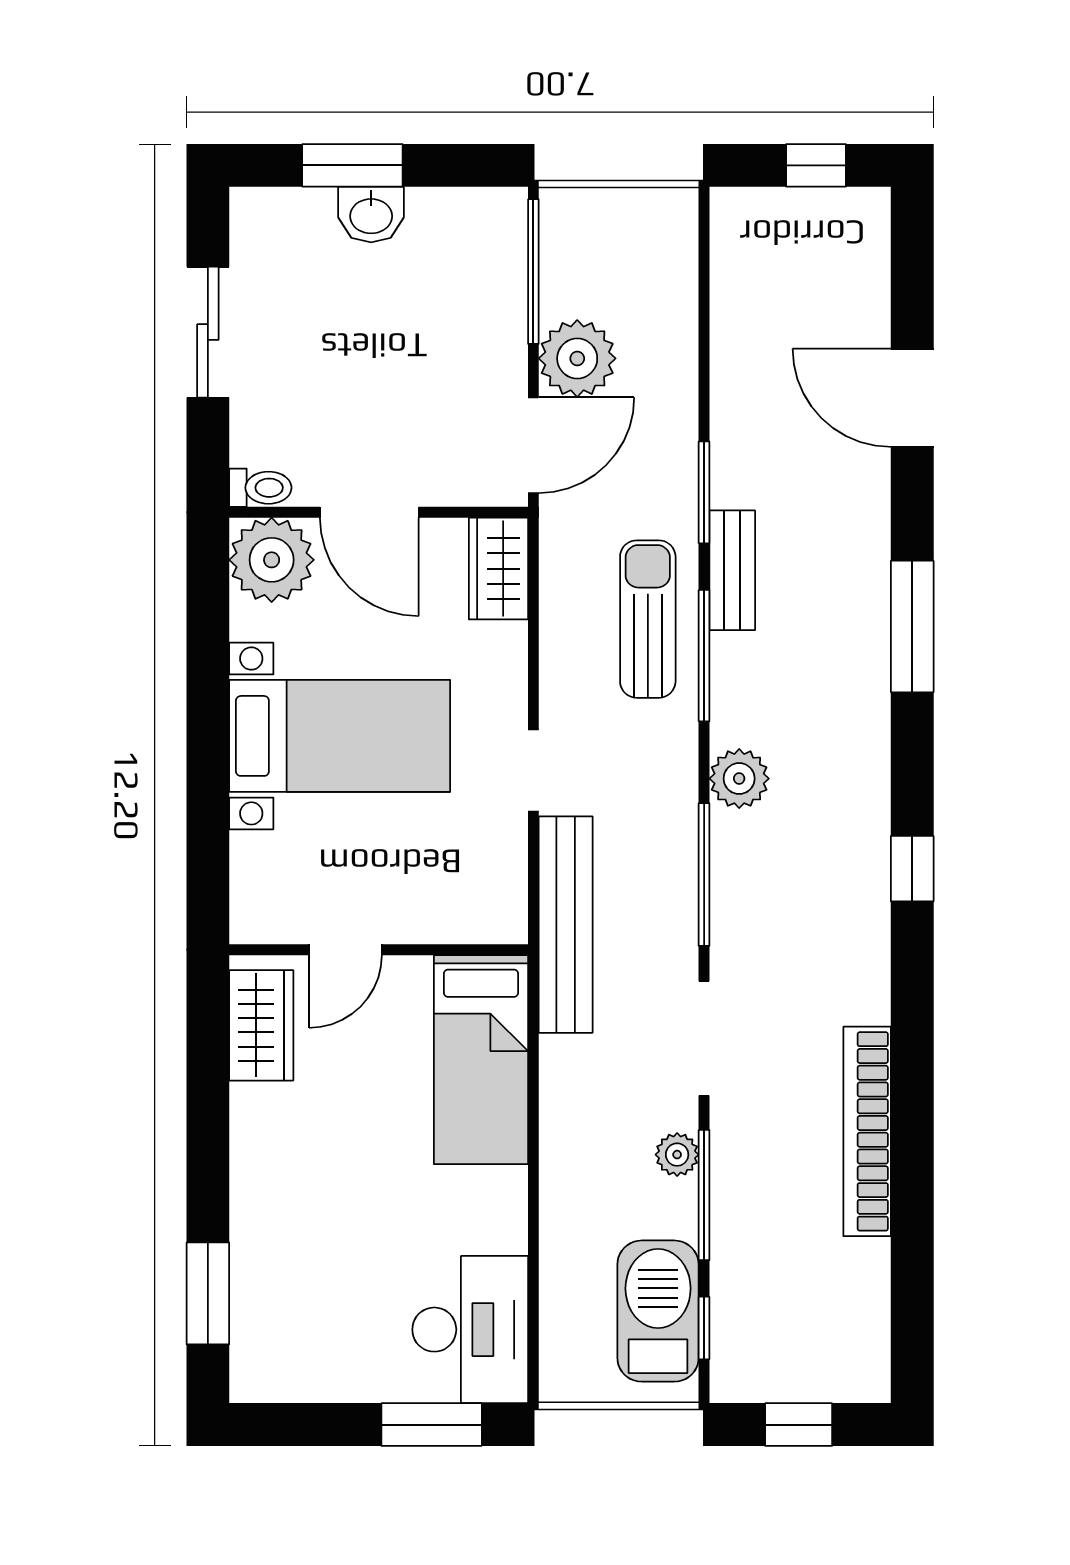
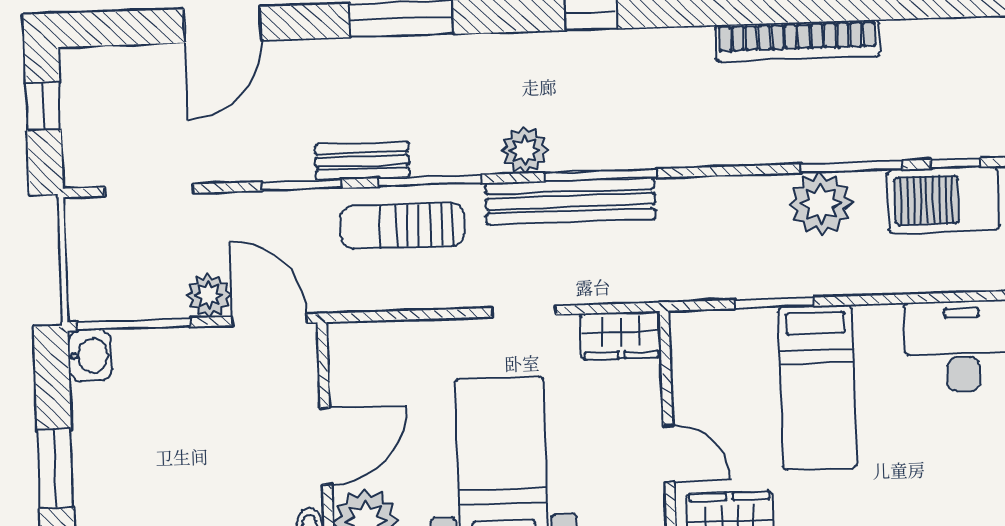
washbasin: (371, 214) -> (90, 356), moved
plant: (577, 358) -> (209, 295), width x0.73, depth x0.73
wardrobe: (498, 569) -> (621, 335), moved
bench: (566, 925) -> (570, 201), moved
doorway: (704, 1038) -> (149, 190), moved
bed: (481, 1060) -> (817, 388), moved, turned 90
window: (533, 1091) -> (774, 303), added
plant: (677, 1155) -> (821, 204), width x1.88, depth x1.88

